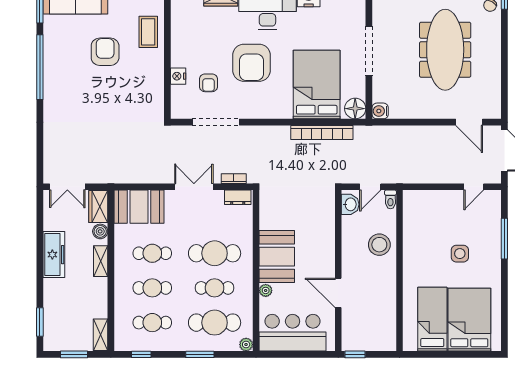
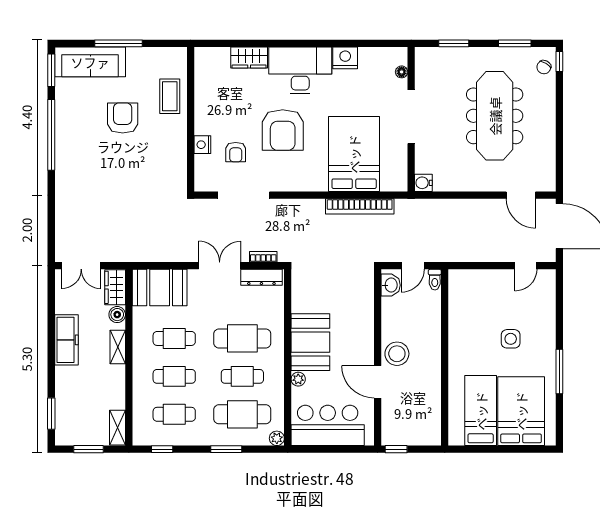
floor lamp: (355, 109) -> (402, 72), moved, width x0.53, depth x0.53
dresser: (238, 197) -> (261, 277), width x1.44
window: (504, 239) -> (559, 372), moved
stool: (379, 245) -> (397, 354), moved

